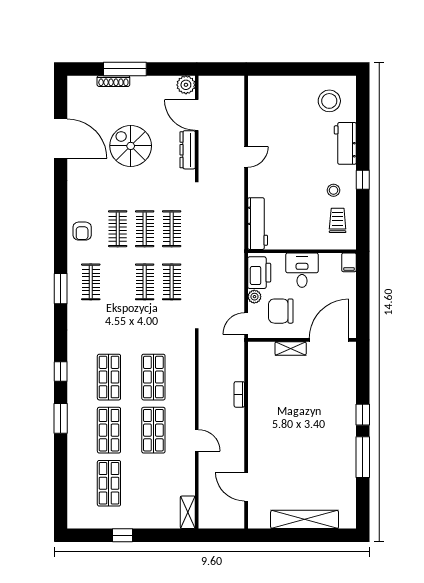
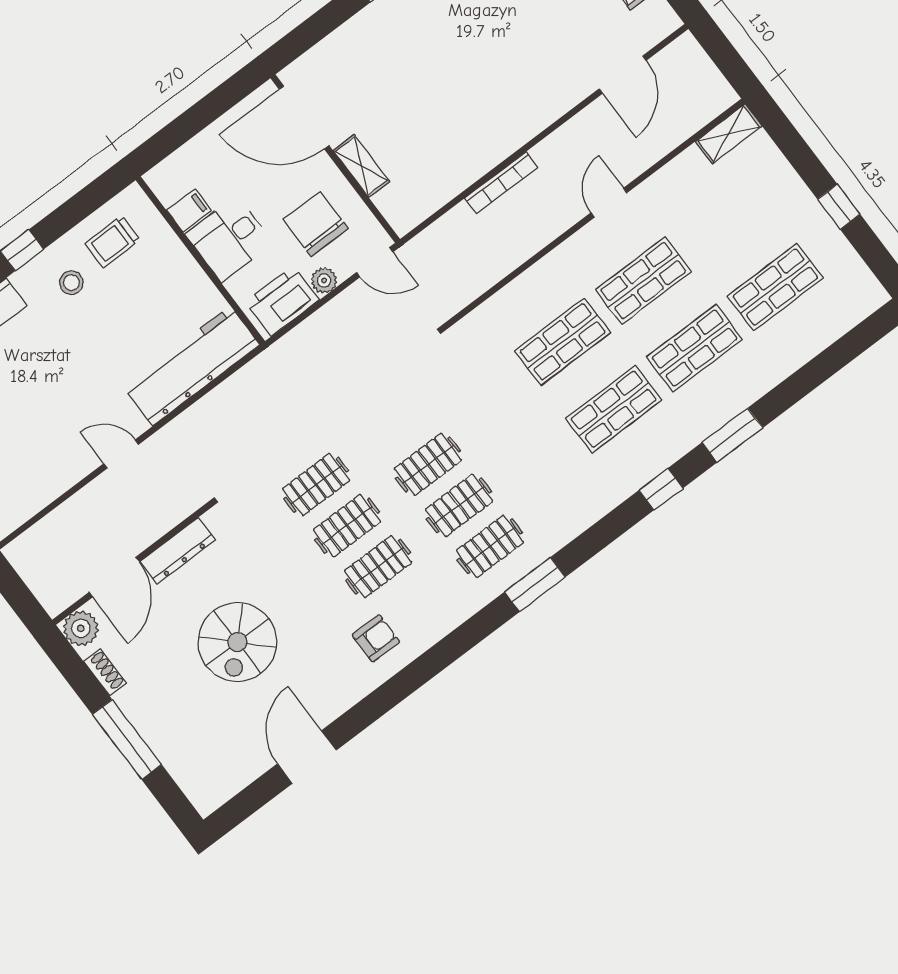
shoe rack: (113, 81) -> (105, 672), moved, width x0.70
door: (61, 139) -> (307, 757), width x0.73
workbench: (258, 224) -> (191, 366), width x1.36, depth x1.32
armchair: (82, 231) -> (376, 638), moved
filing cabinet: (349, 262) -> (189, 210), moved
clothes rail: (172, 282) -> (459, 505), moved
chair: (281, 311) -> (316, 224), turned 180
bookcase: (239, 394) -> (501, 183), width x1.56

